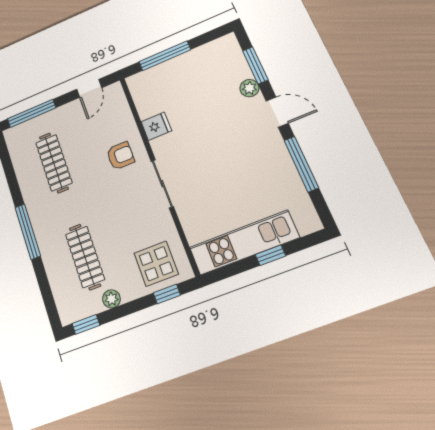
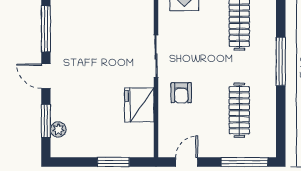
window: (165, 56) -> (113, 162), width x0.69
plant: (249, 88) -> (58, 129), moved
fridge: (156, 126) -> (139, 105), width x1.88, depth x1.34
armchair: (120, 156) -> (181, 93), turned -90

